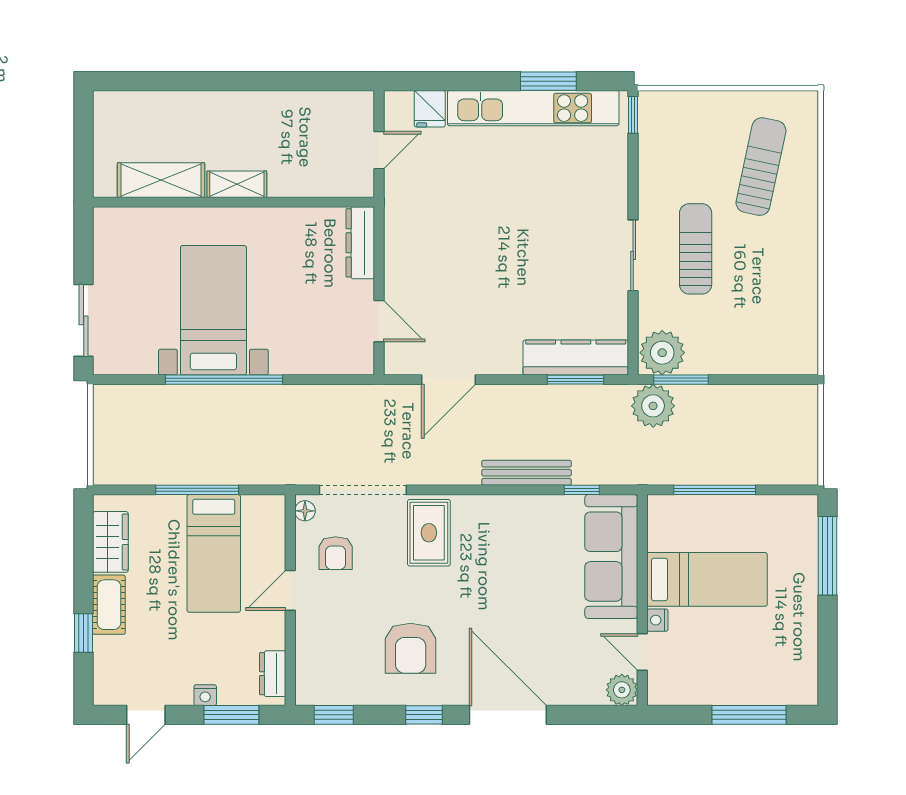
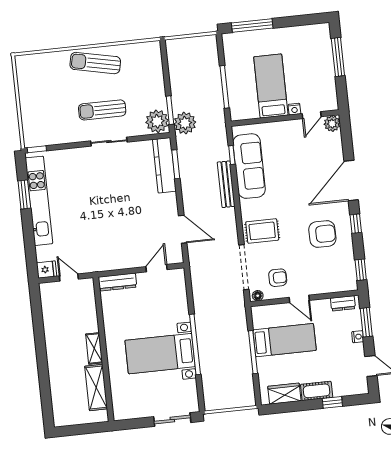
fridge: (430, 109) -> (47, 270), moved
sun lounger: (761, 167) -> (95, 63), moved
sofa: (611, 557) -> (249, 166), moved, turned -90

